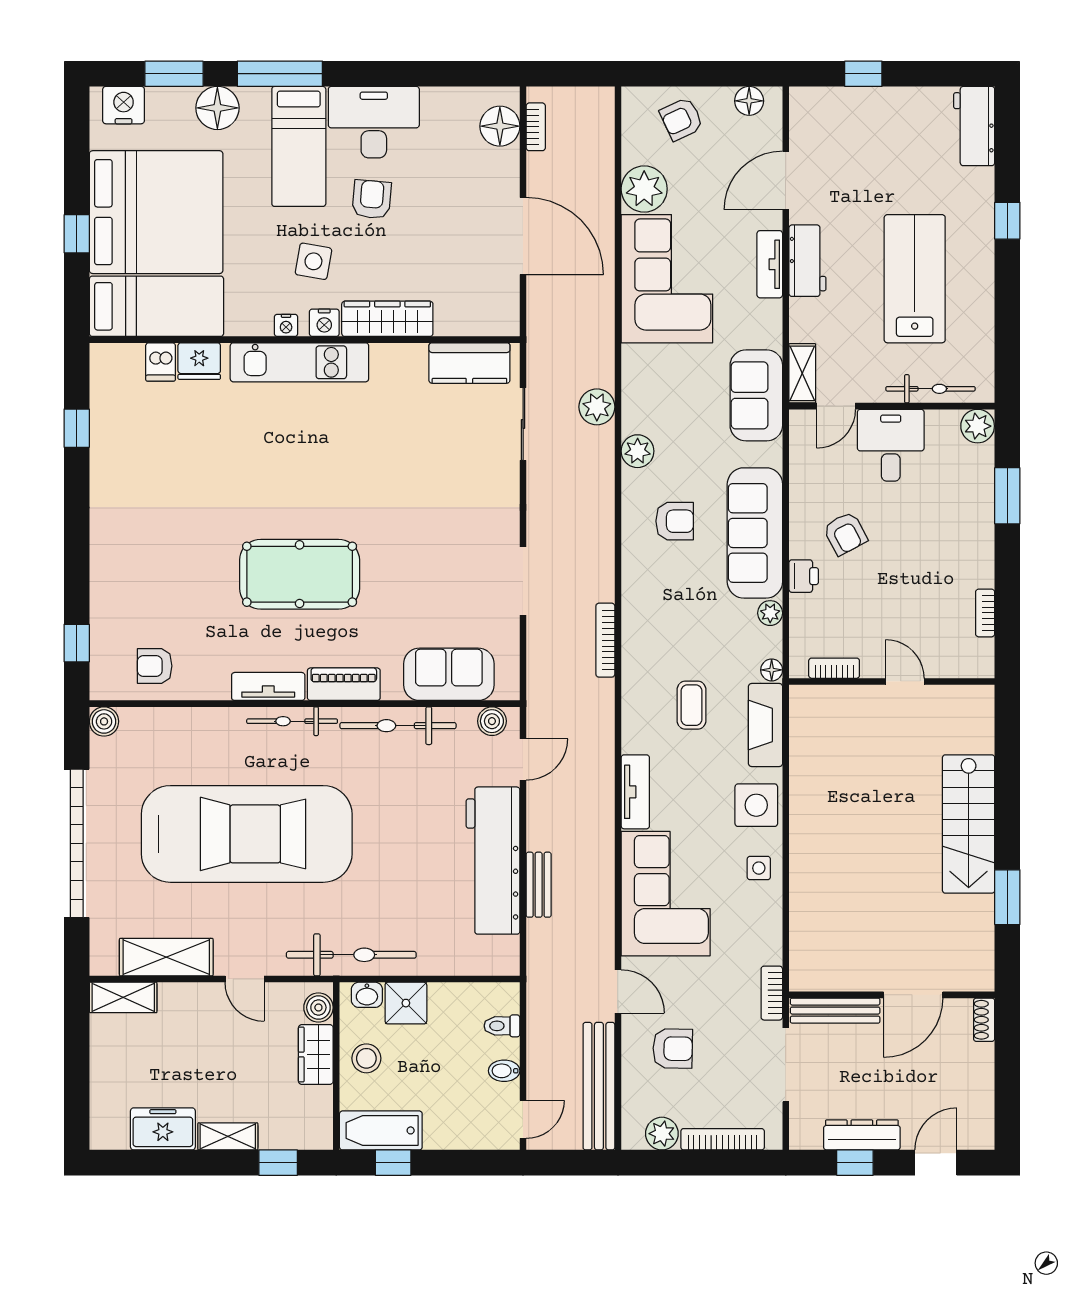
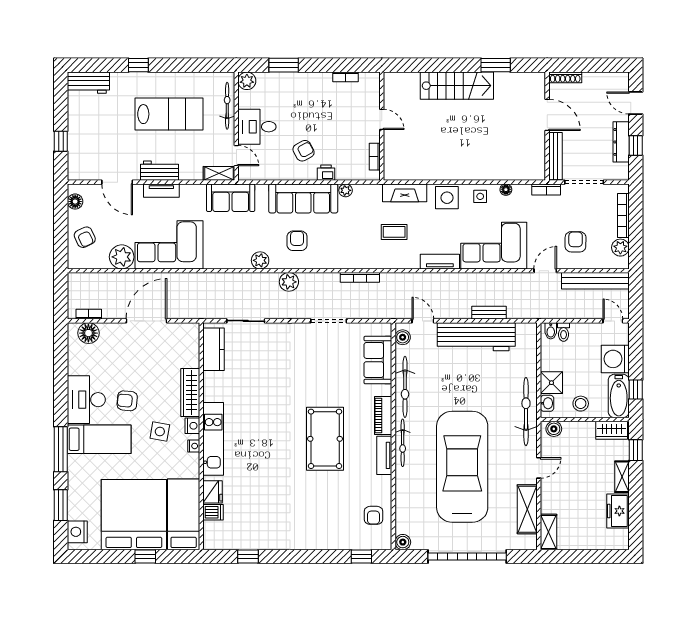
floor lamp: (217, 108) -> (79, 482), removed
lab bench: (915, 279) -> (169, 114), turned 180
plant: (597, 407) -> (289, 282), moved
floor lamp: (772, 670) -> (506, 190), moved
door: (905, 681) -> (382, 119), swing flipped
shoe rack: (984, 1020) -> (565, 77), width x1.43
wardrobe: (316, 1055) -> (612, 430), moved
bidet: (504, 1071) -> (551, 331), moved
washing machine: (451, 1124) -> (615, 359), added

